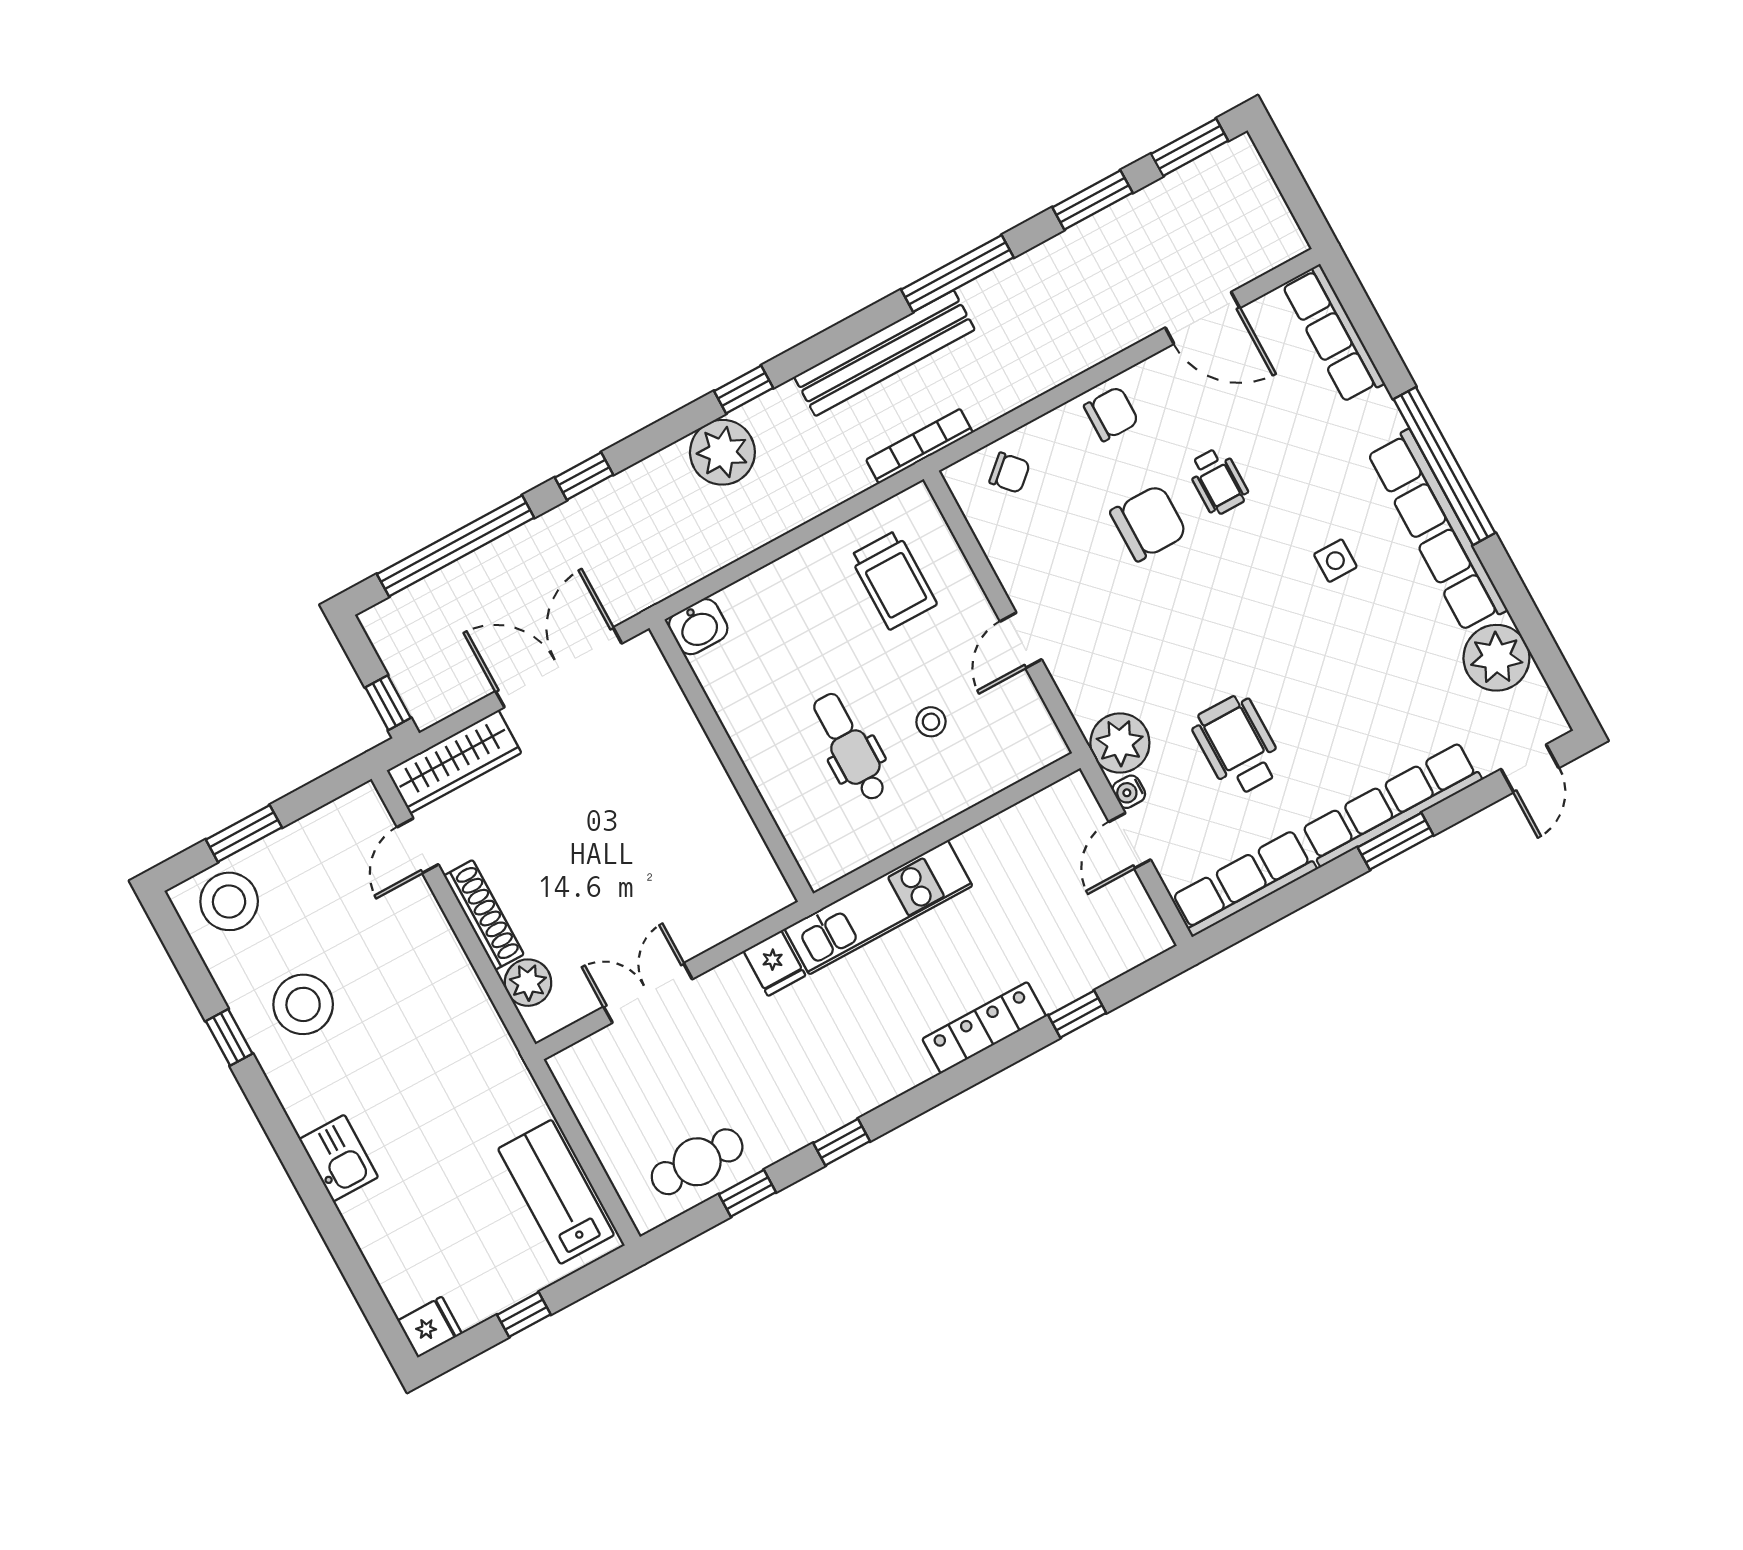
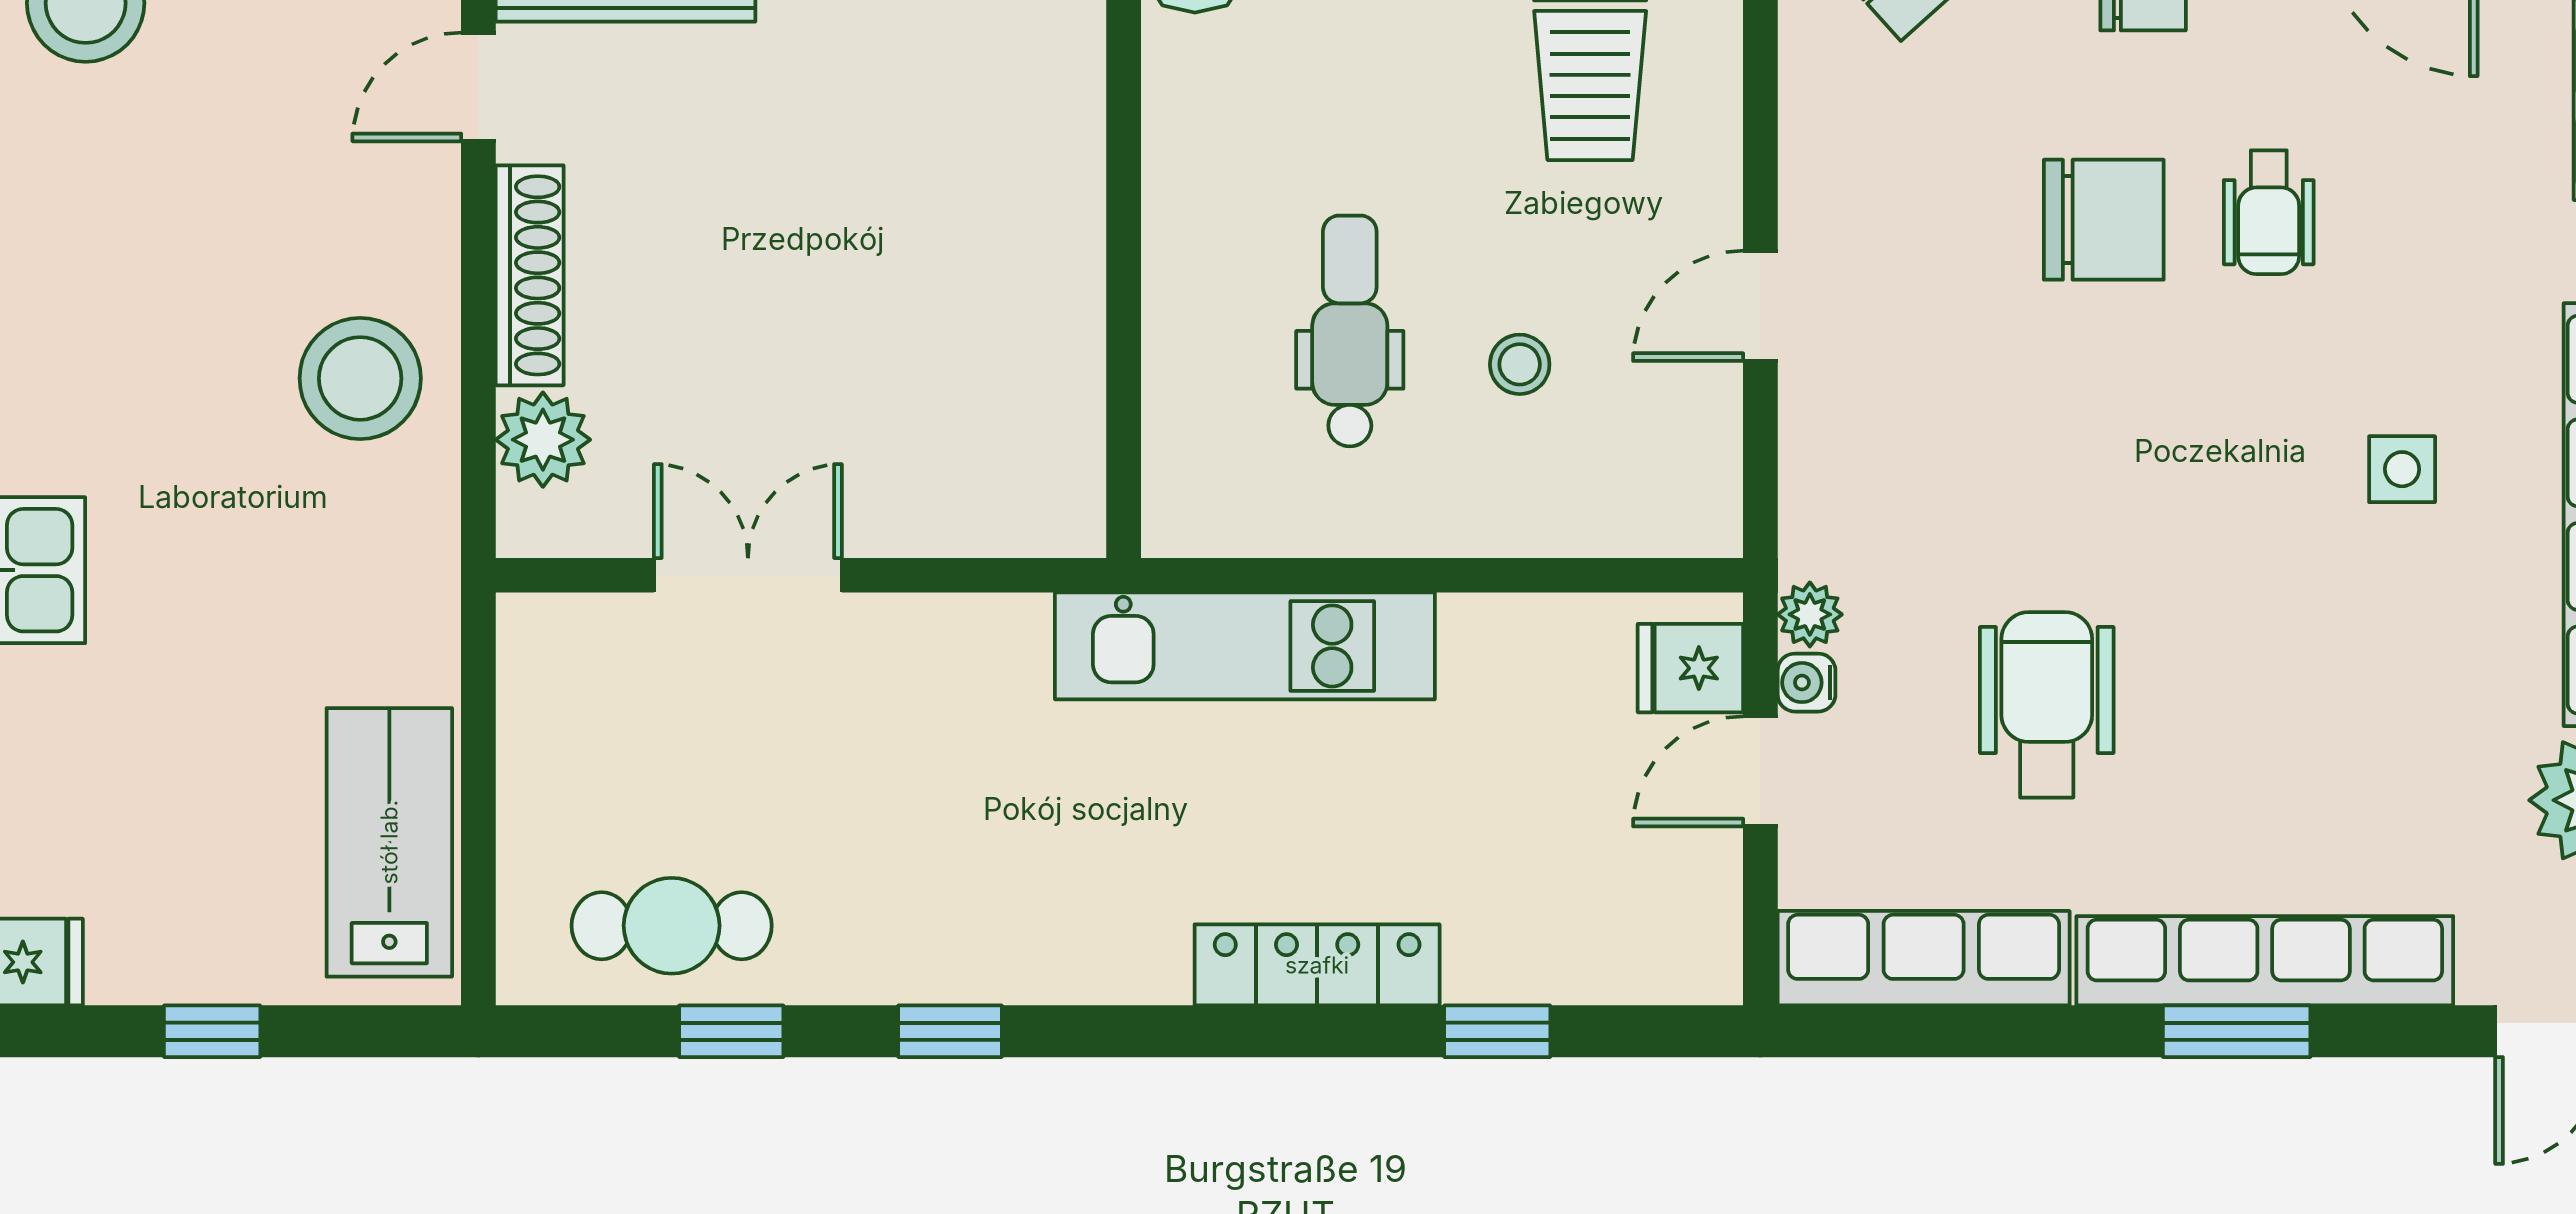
plant: (1120, 743) -> (1810, 614), width x0.53, depth x0.53
fridge: (775, 963) -> (1690, 668), moved, turned 90
stool: (303, 1004) -> (360, 378), moved

